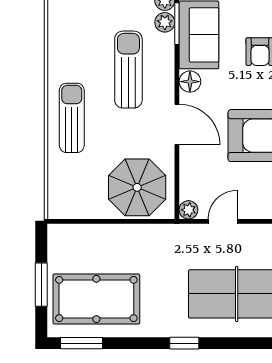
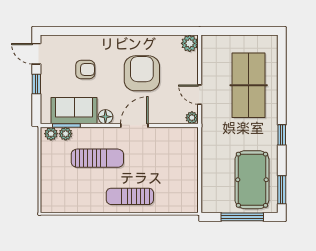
sun lounger: (128, 70) -> (97, 158), turned 180
parasol: (137, 187) -> (177, 152), removed
window: (41, 285) -> (242, 217), width x1.44
window: (184, 343) -> (282, 135), moved

